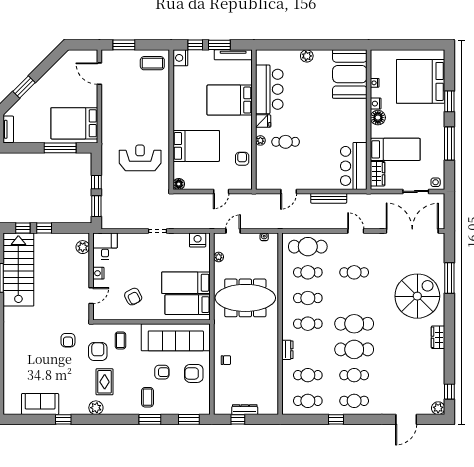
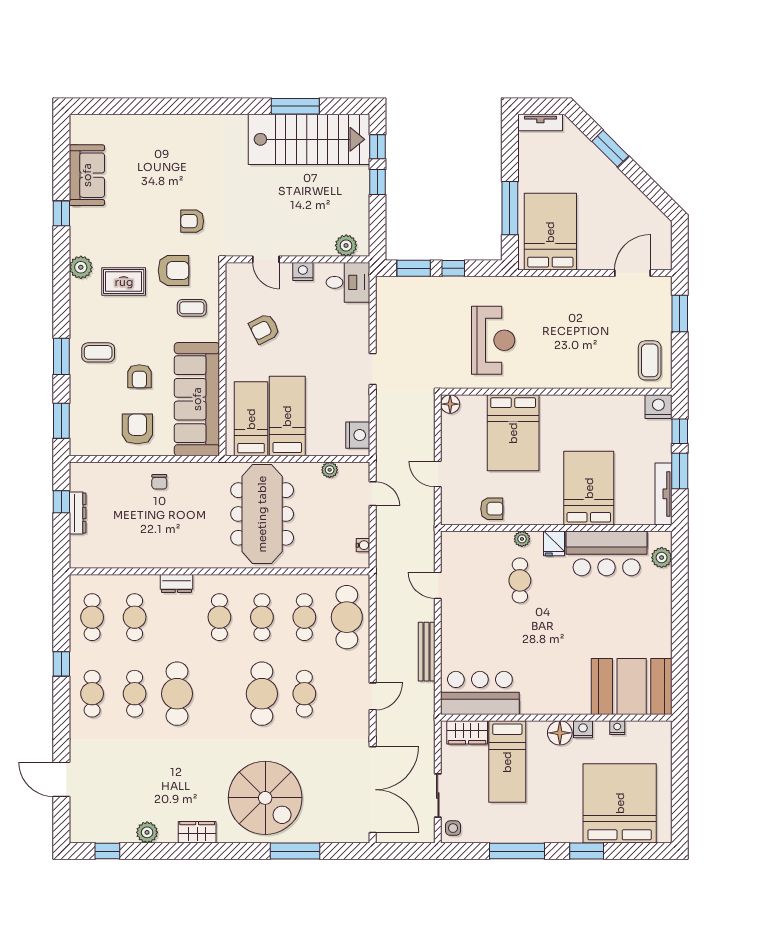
plant: (307, 56) -> (662, 558), moved
cafe table: (354, 324) -> (262, 694), moved
plant: (438, 408) -> (147, 832), moved

